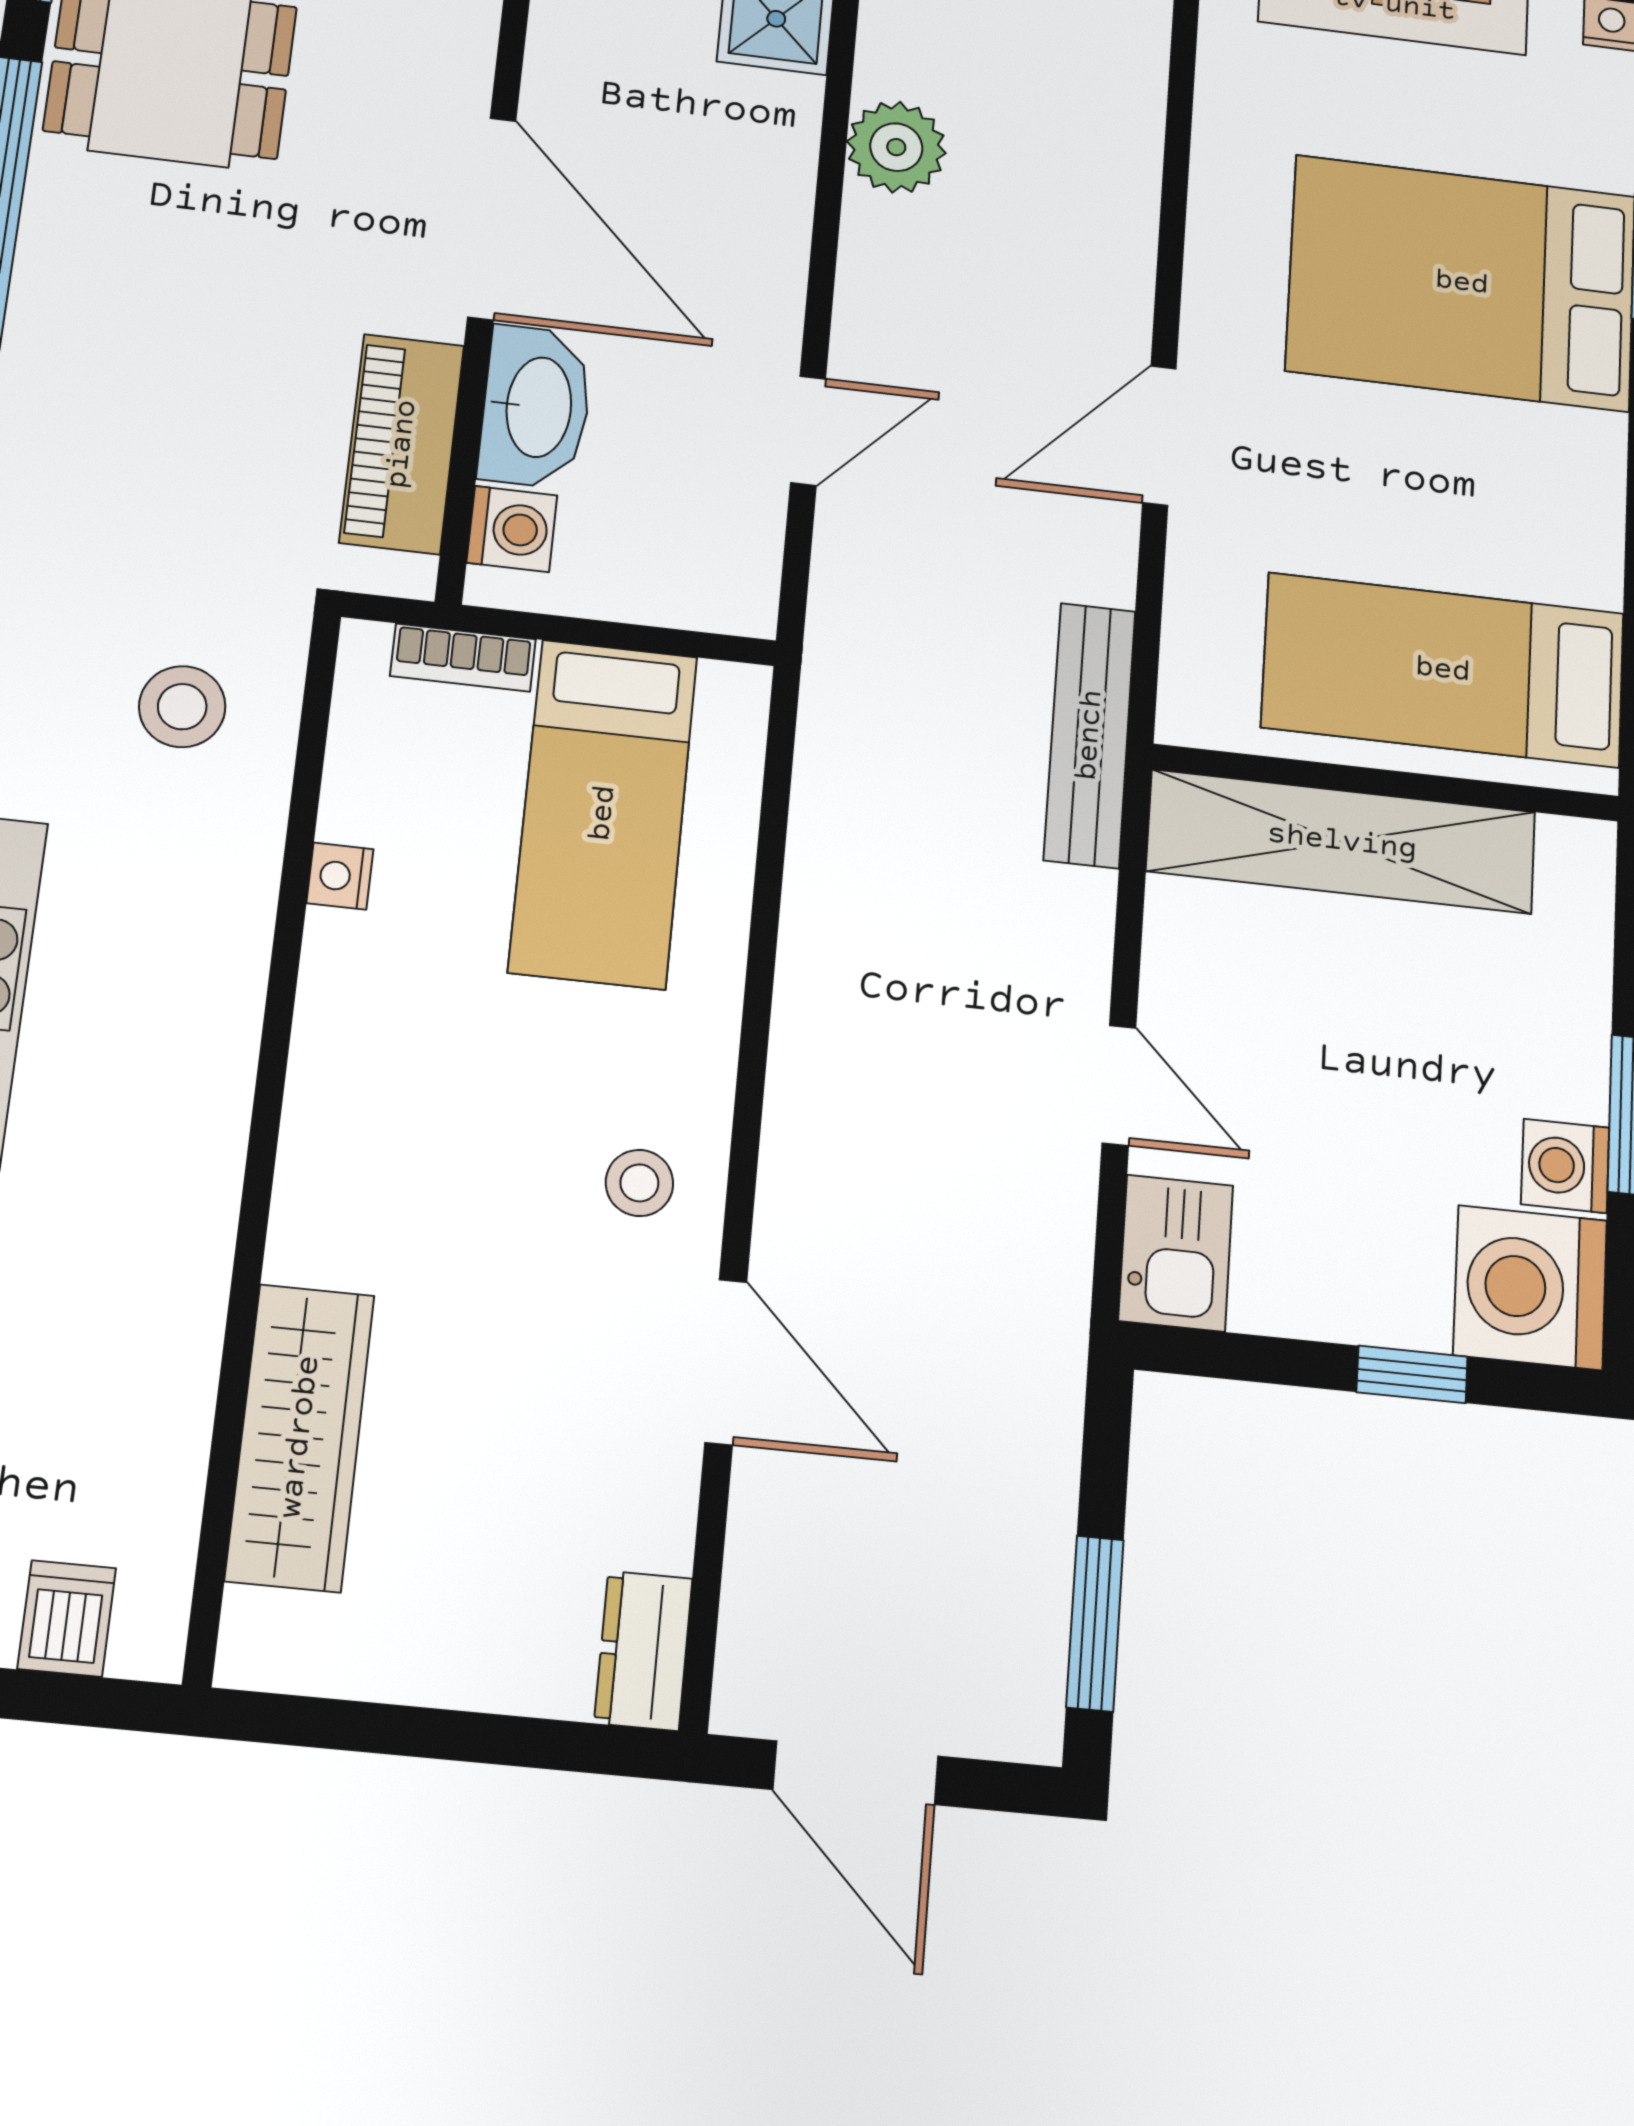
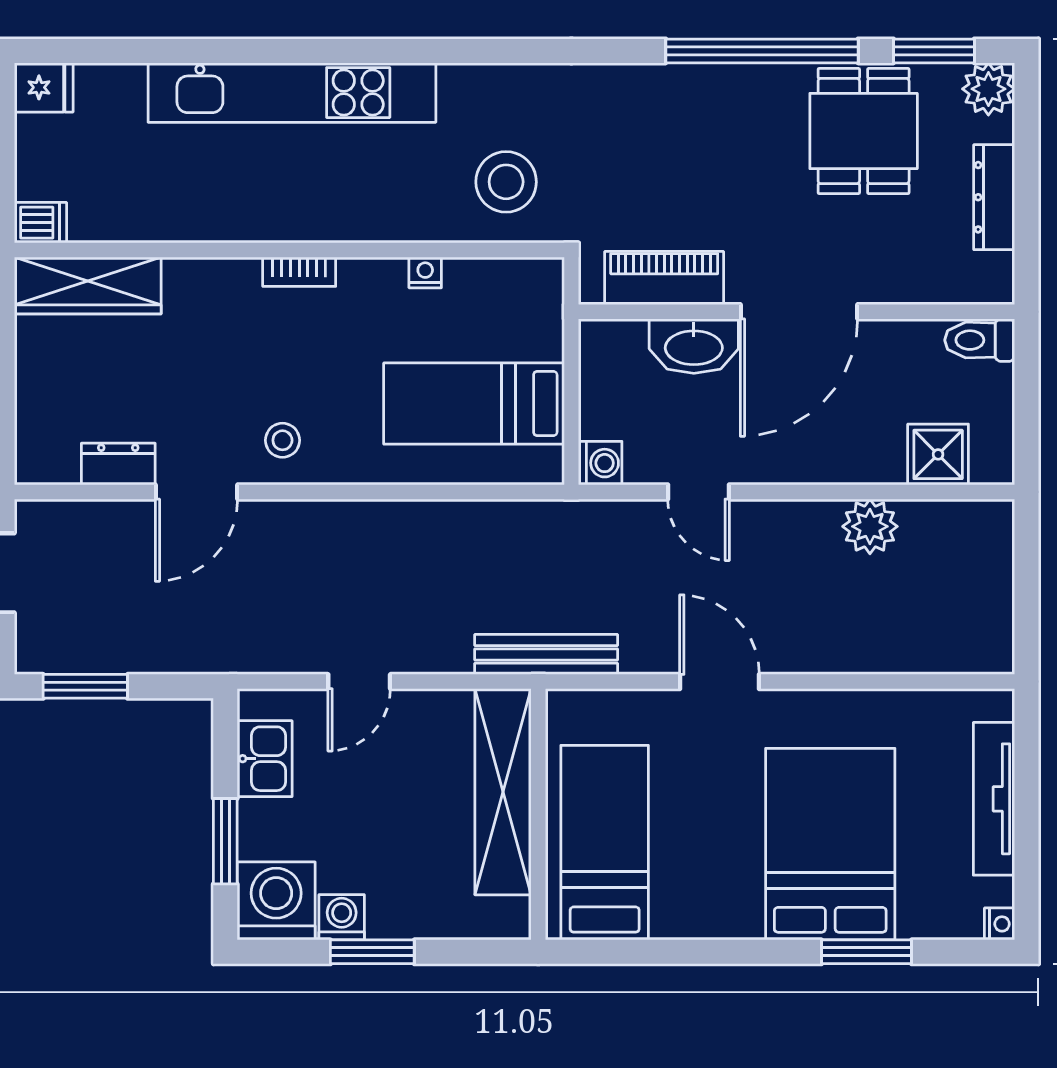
washing machine: (512, 529) -> (600, 463), moved, turned -90
bookcase: (463, 658) -> (299, 272), moved, turned -90
stool: (182, 707) -> (506, 182), width x1.38, depth x1.38
kitchen sink: (1176, 1253) -> (265, 759), moved, turned -90
window: (1412, 1374) -> (225, 841), width x1.50
wardrobe: (300, 1437) -> (88, 286), moved
dishwasher: (67, 1618) -> (40, 223), moved
dresser: (643, 1651) -> (118, 464), moved

